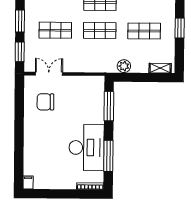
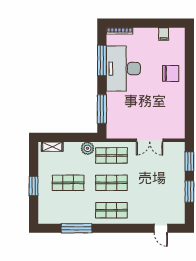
shop shelf: (55, 30) -> (111, 155), moved
double door: (49, 74) -> (150, 140), moved
chair: (45, 102) -> (171, 73), moved
filing cabinet: (28, 182) -> (164, 34), moved

